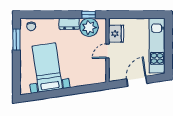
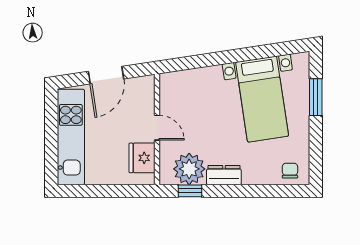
window: (16, 40) -> (316, 97), moved
door: (108, 51) -> (157, 128), hinge flipped

